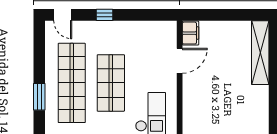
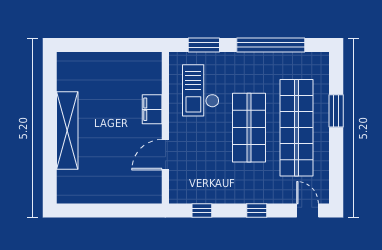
window: (150, 15) -> (202, 211), added
filing cabinet: (190, 33) -> (152, 109), moved
shelving: (260, 53) -> (67, 131), moved

